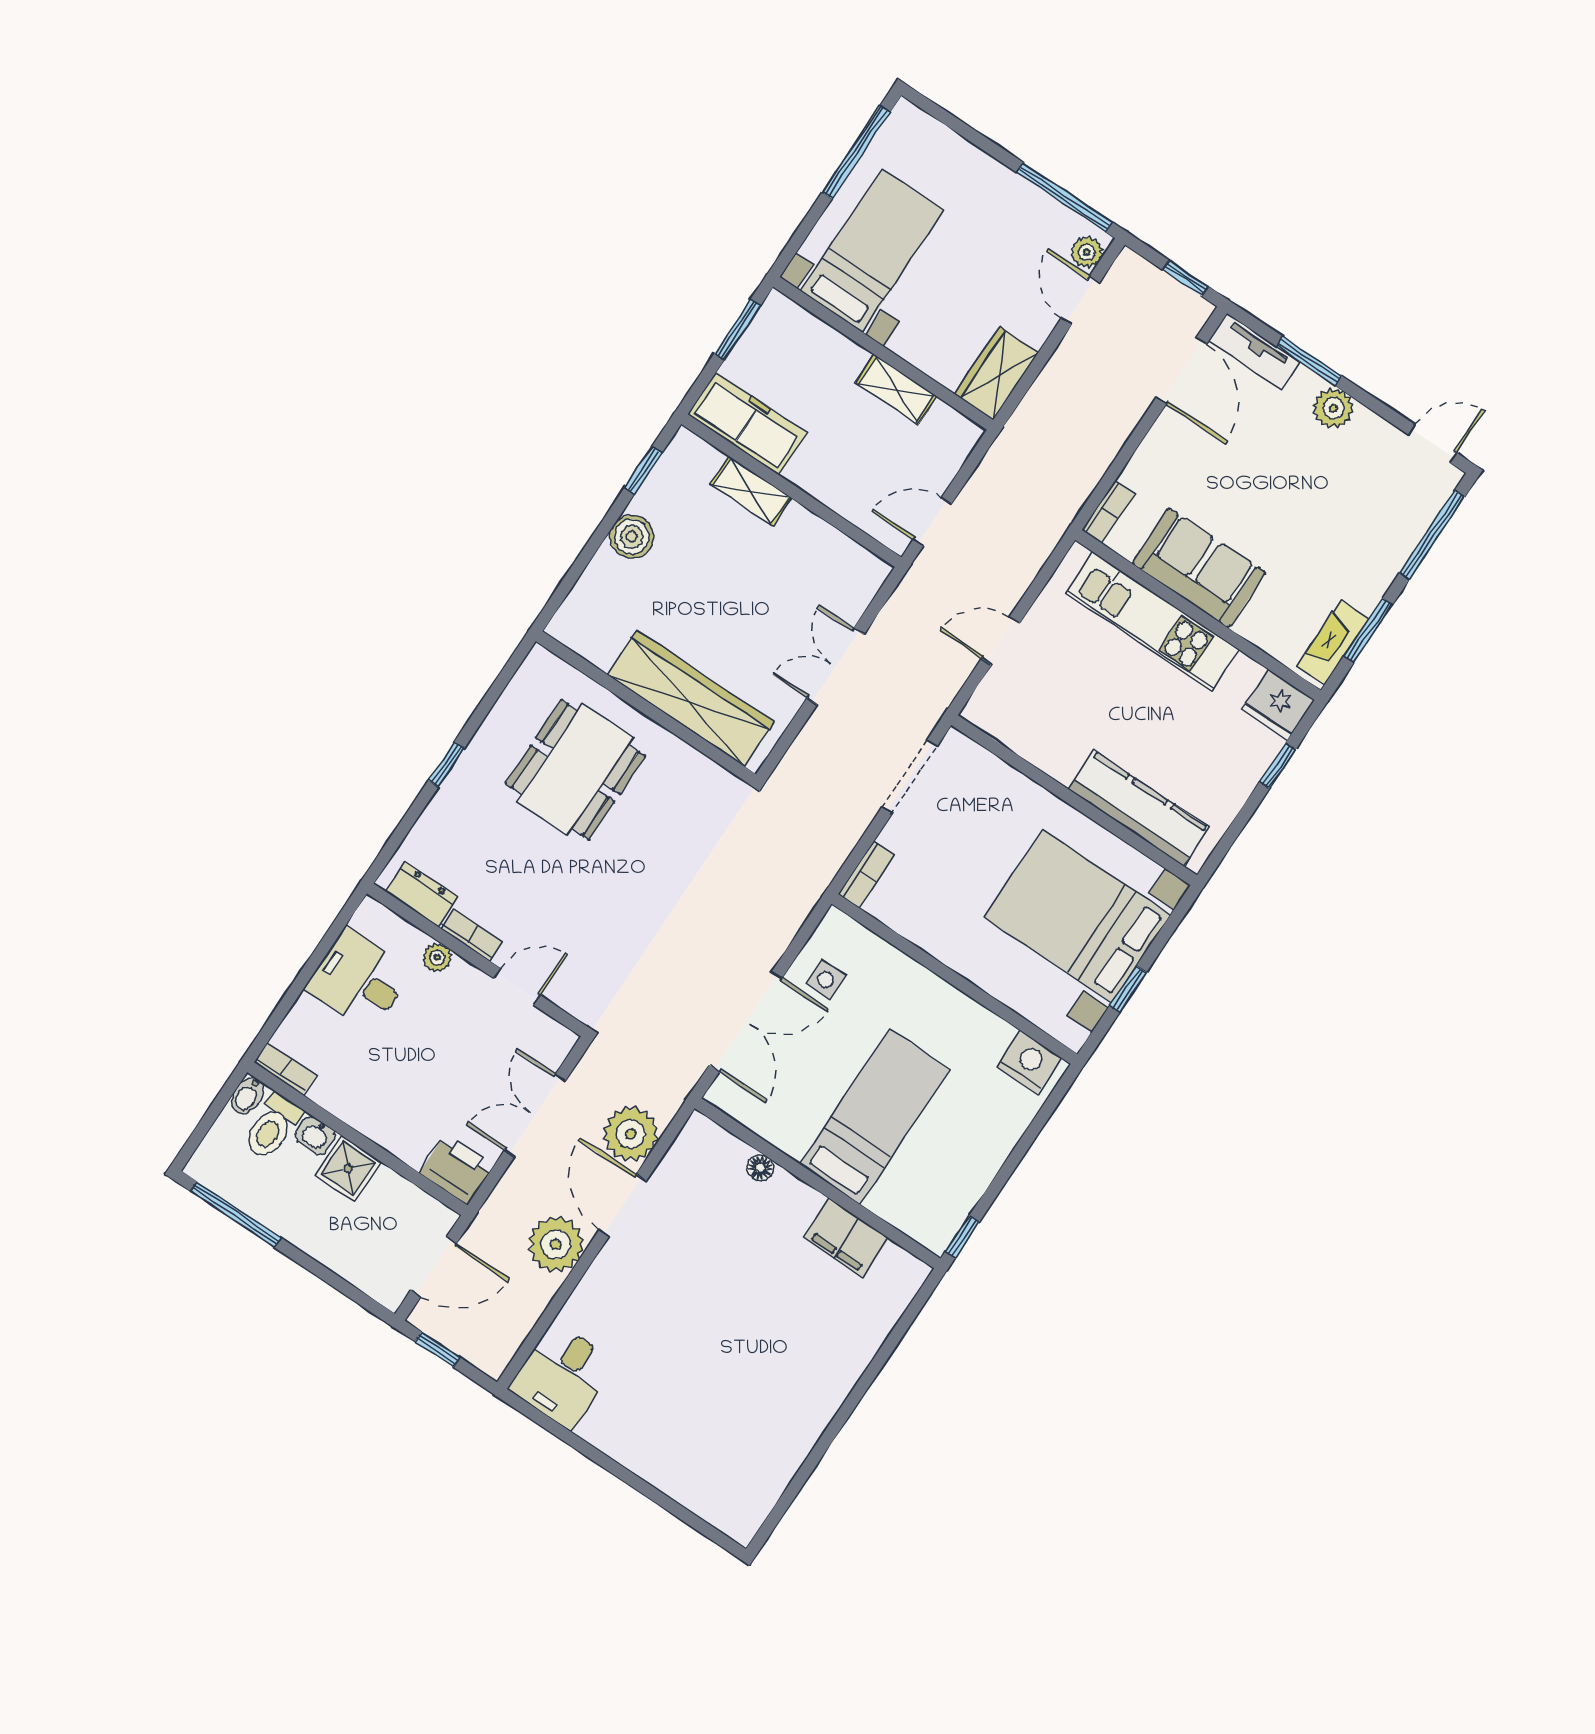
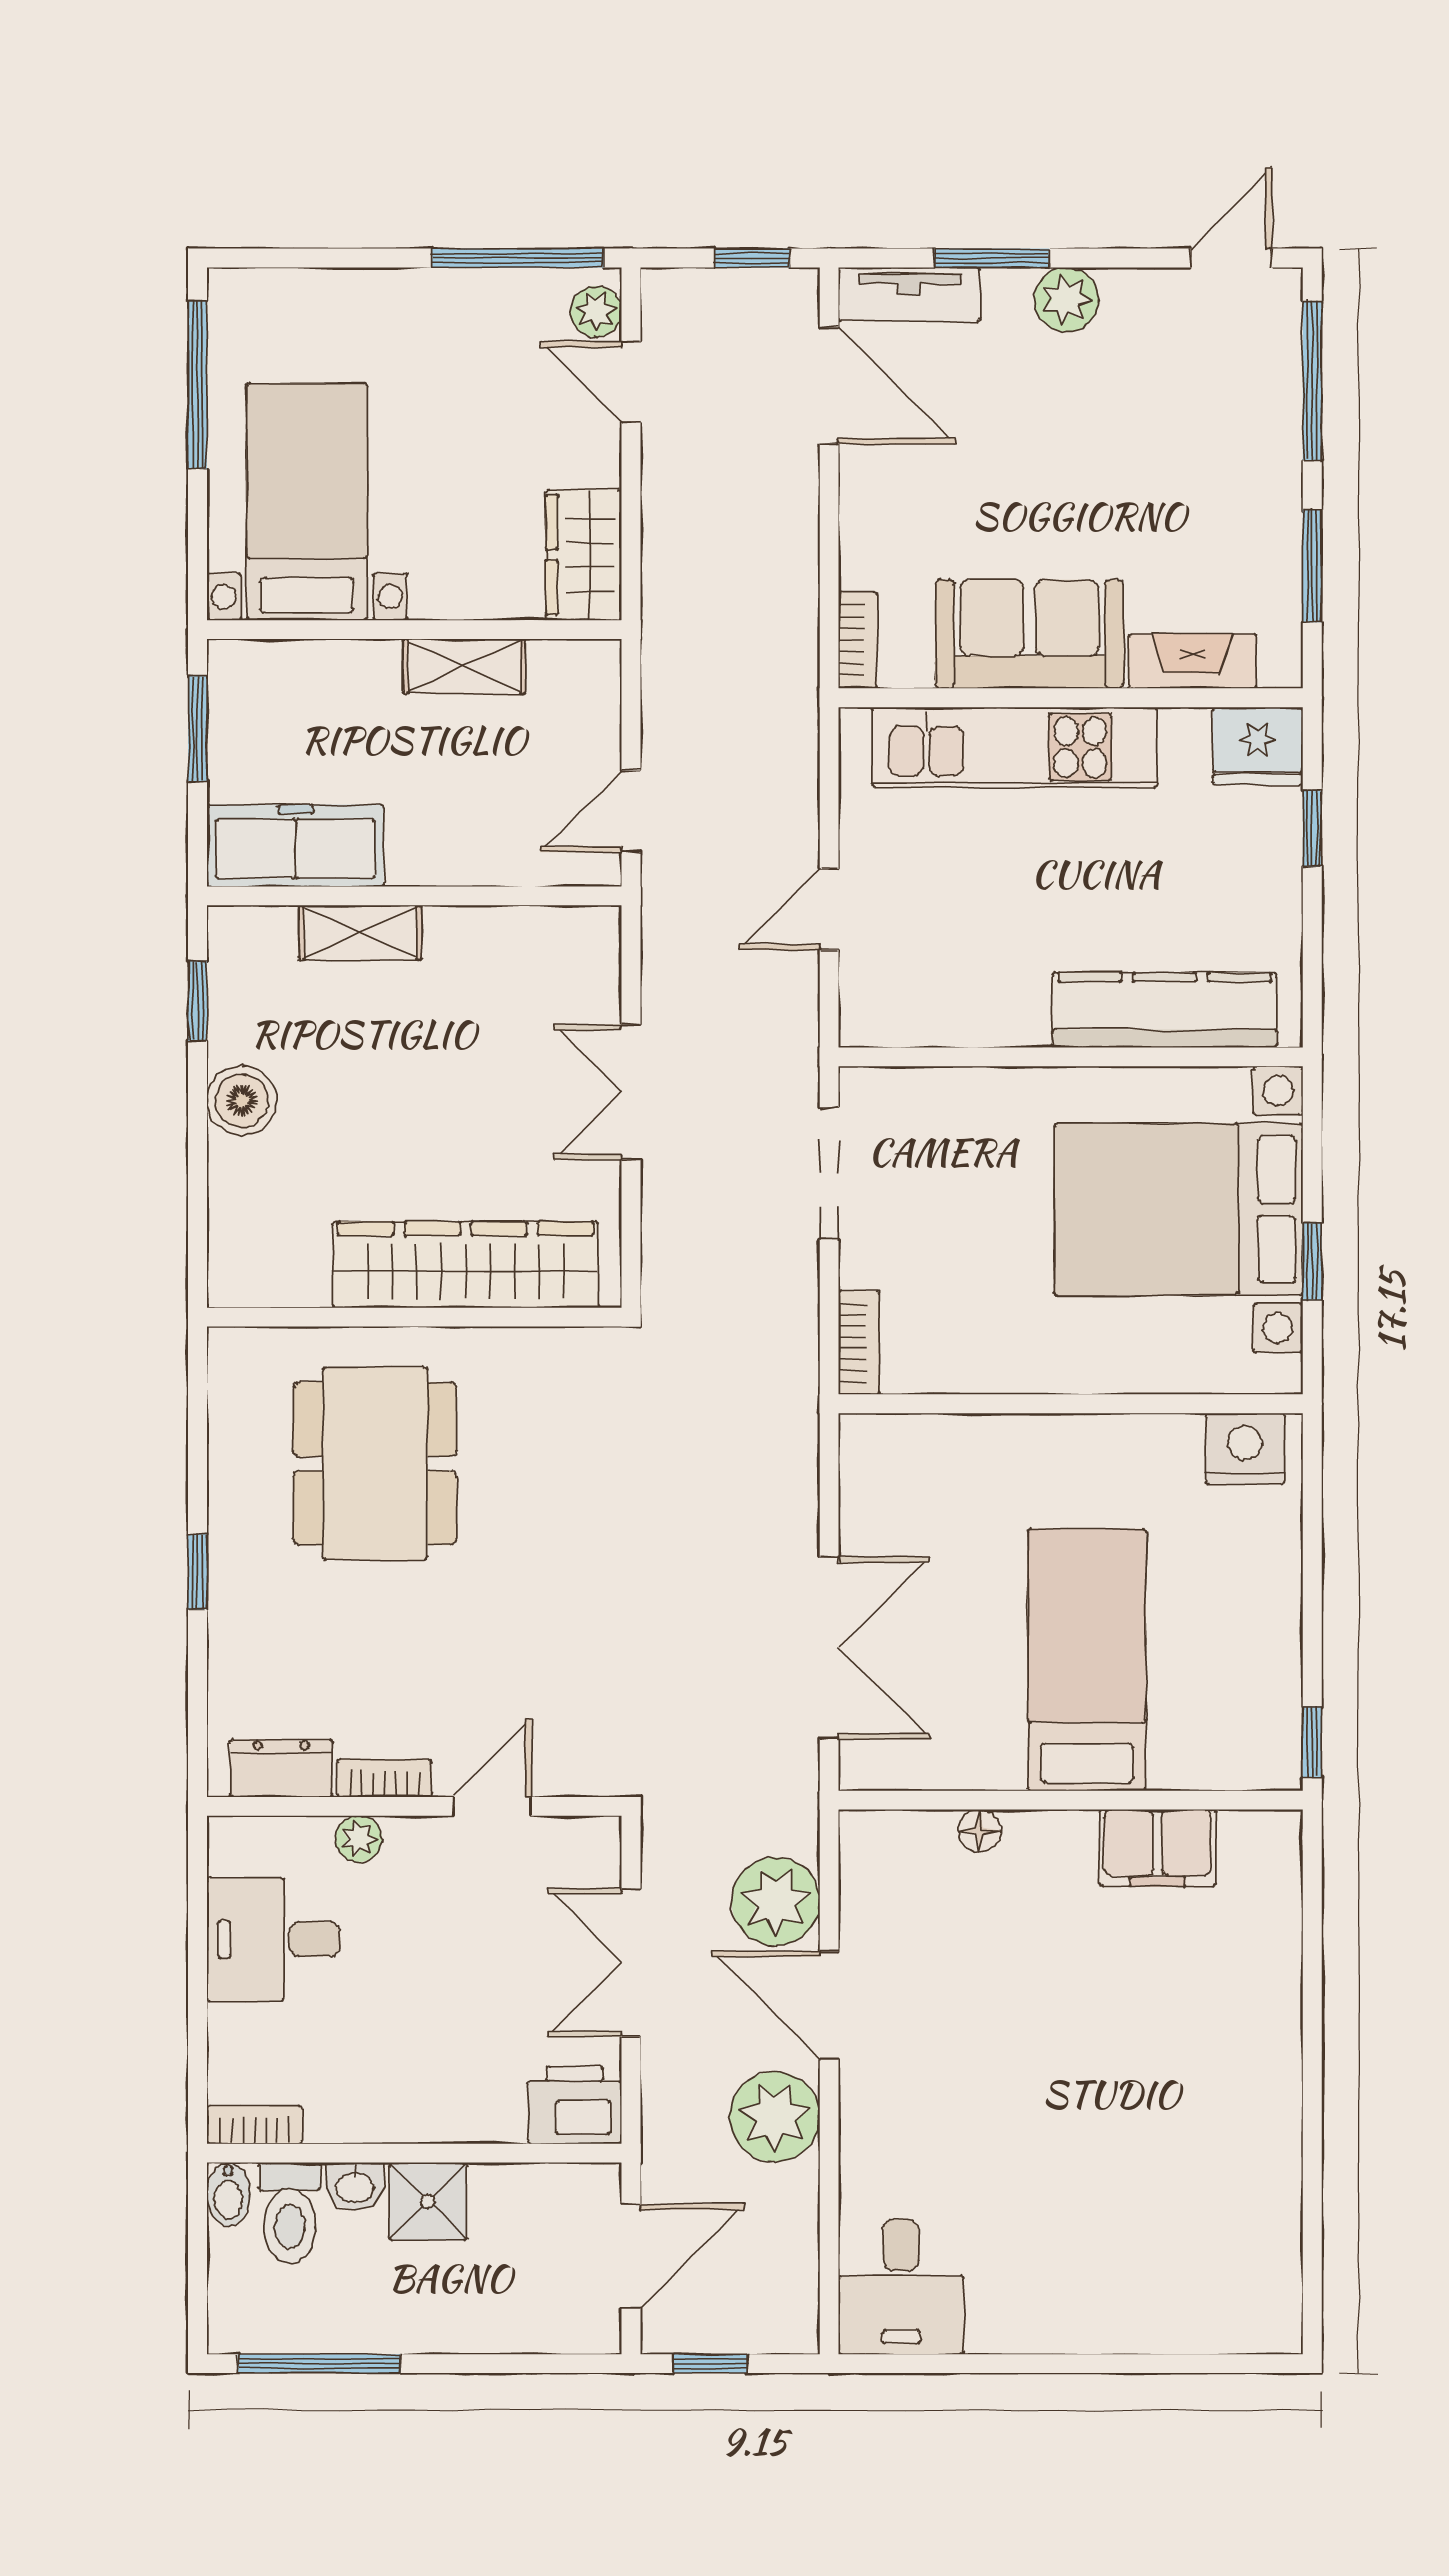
fireplace: (1333, 642) -> (1193, 661), moved, turned 90
side table: (826, 980) -> (899, 1520), removed

